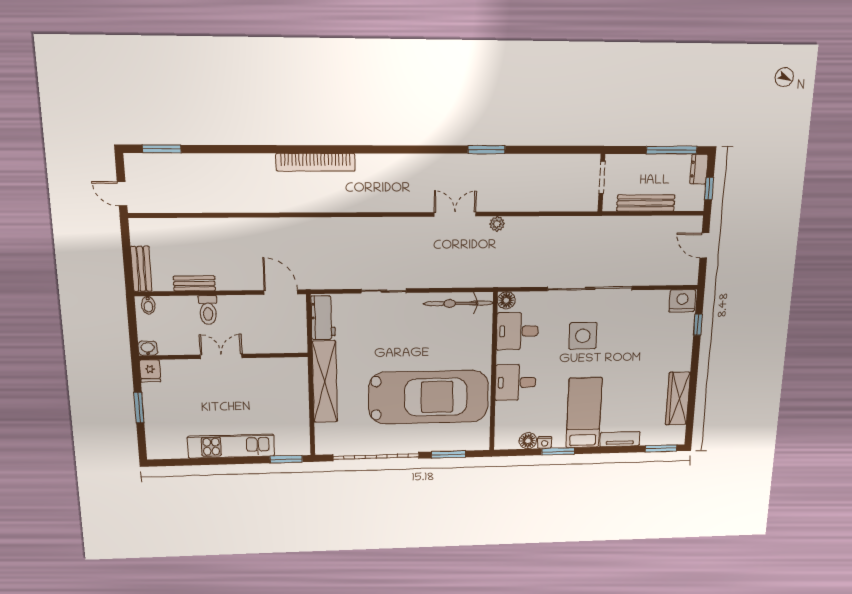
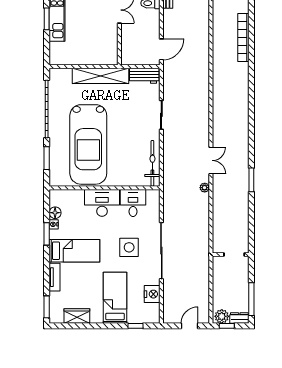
bookcase: (316, 162) -> (243, 37), moved
plant: (694, 196) -> (222, 316), added
bench: (646, 203) -> (218, 284), removed
floor lamp: (506, 300) -> (154, 195), removed
nightstand: (682, 301) -> (152, 294), moved
bed: (655, 355) -> (115, 298), added
desk: (516, 382) -> (102, 203), width x1.37
wardrobe: (678, 399) -> (77, 316), width x0.67
window: (286, 459) -> (47, 19), moved

